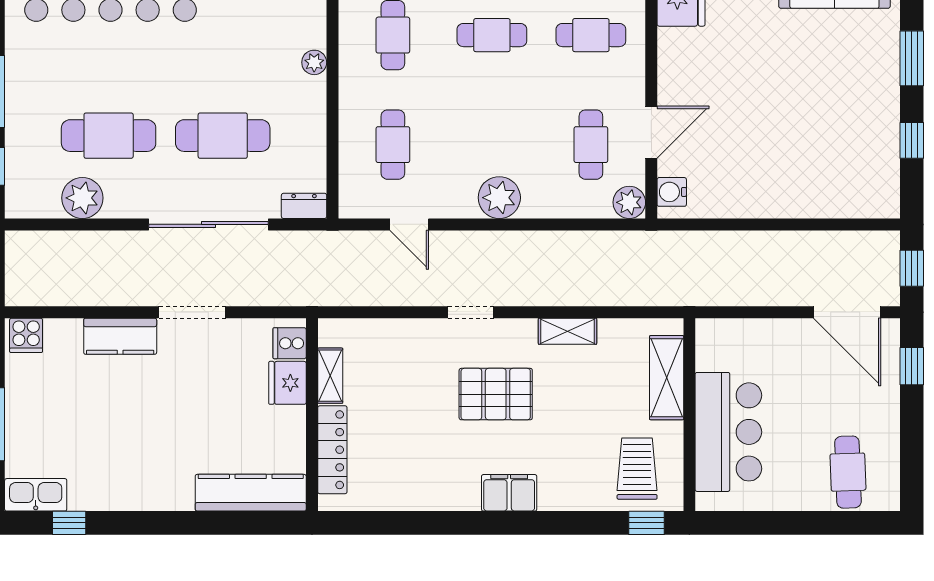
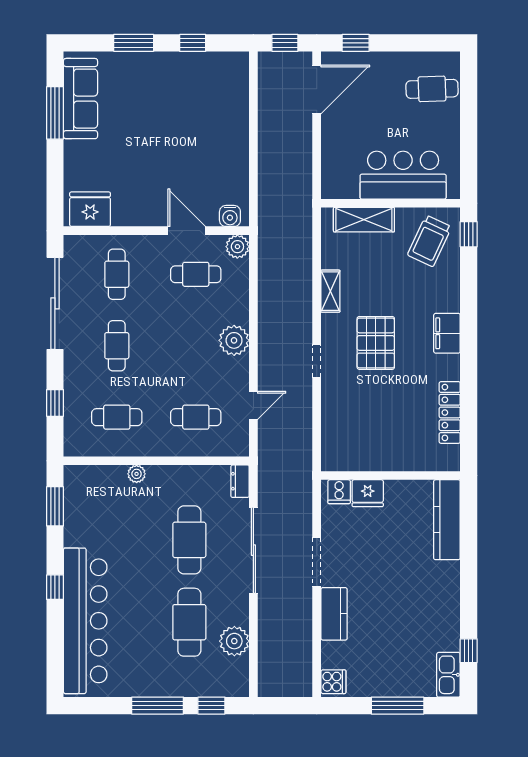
shelving: (330, 376) -> (362, 462), removed
locker: (332, 450) -> (450, 412), moved, turned -90
trolley: (637, 469) -> (430, 241), turned -65

